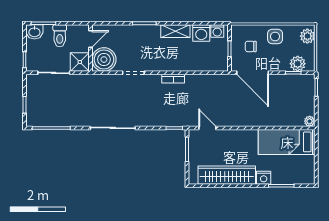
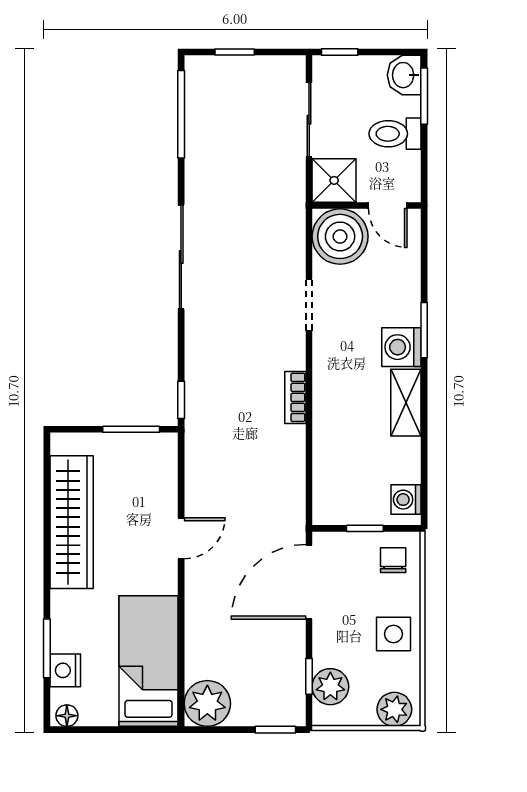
washing machine: (201, 33) -> (401, 347), moved
chair: (251, 46) -> (393, 560), moved
plant: (310, 121) -> (207, 703), width x1.87, depth x1.87
door: (207, 128) -> (181, 538), moved
floor lamp: (310, 177) -> (67, 716), added
nightstand: (264, 178) -> (65, 670), moved

